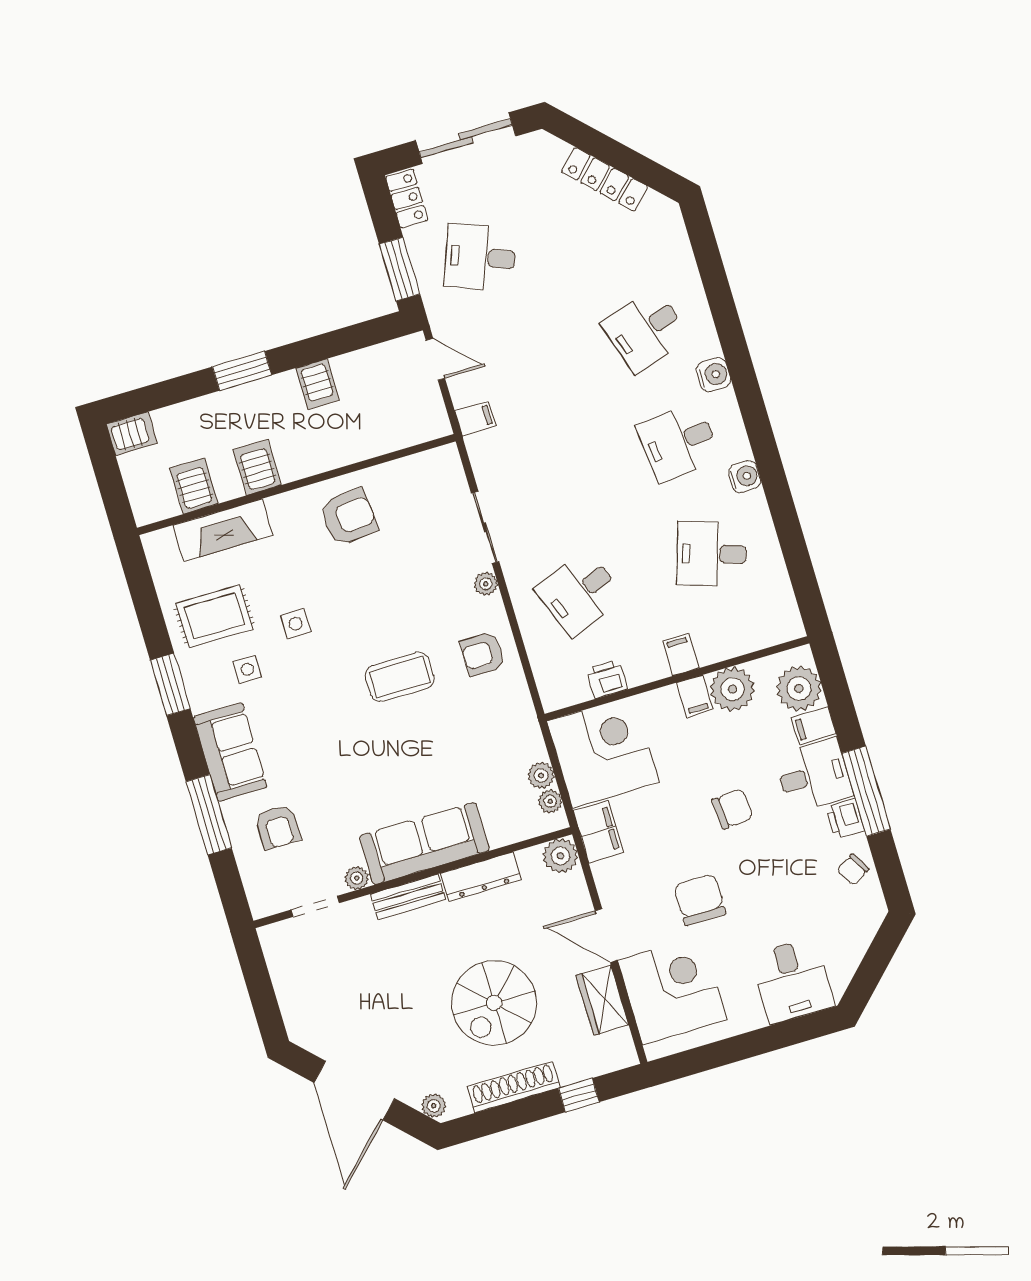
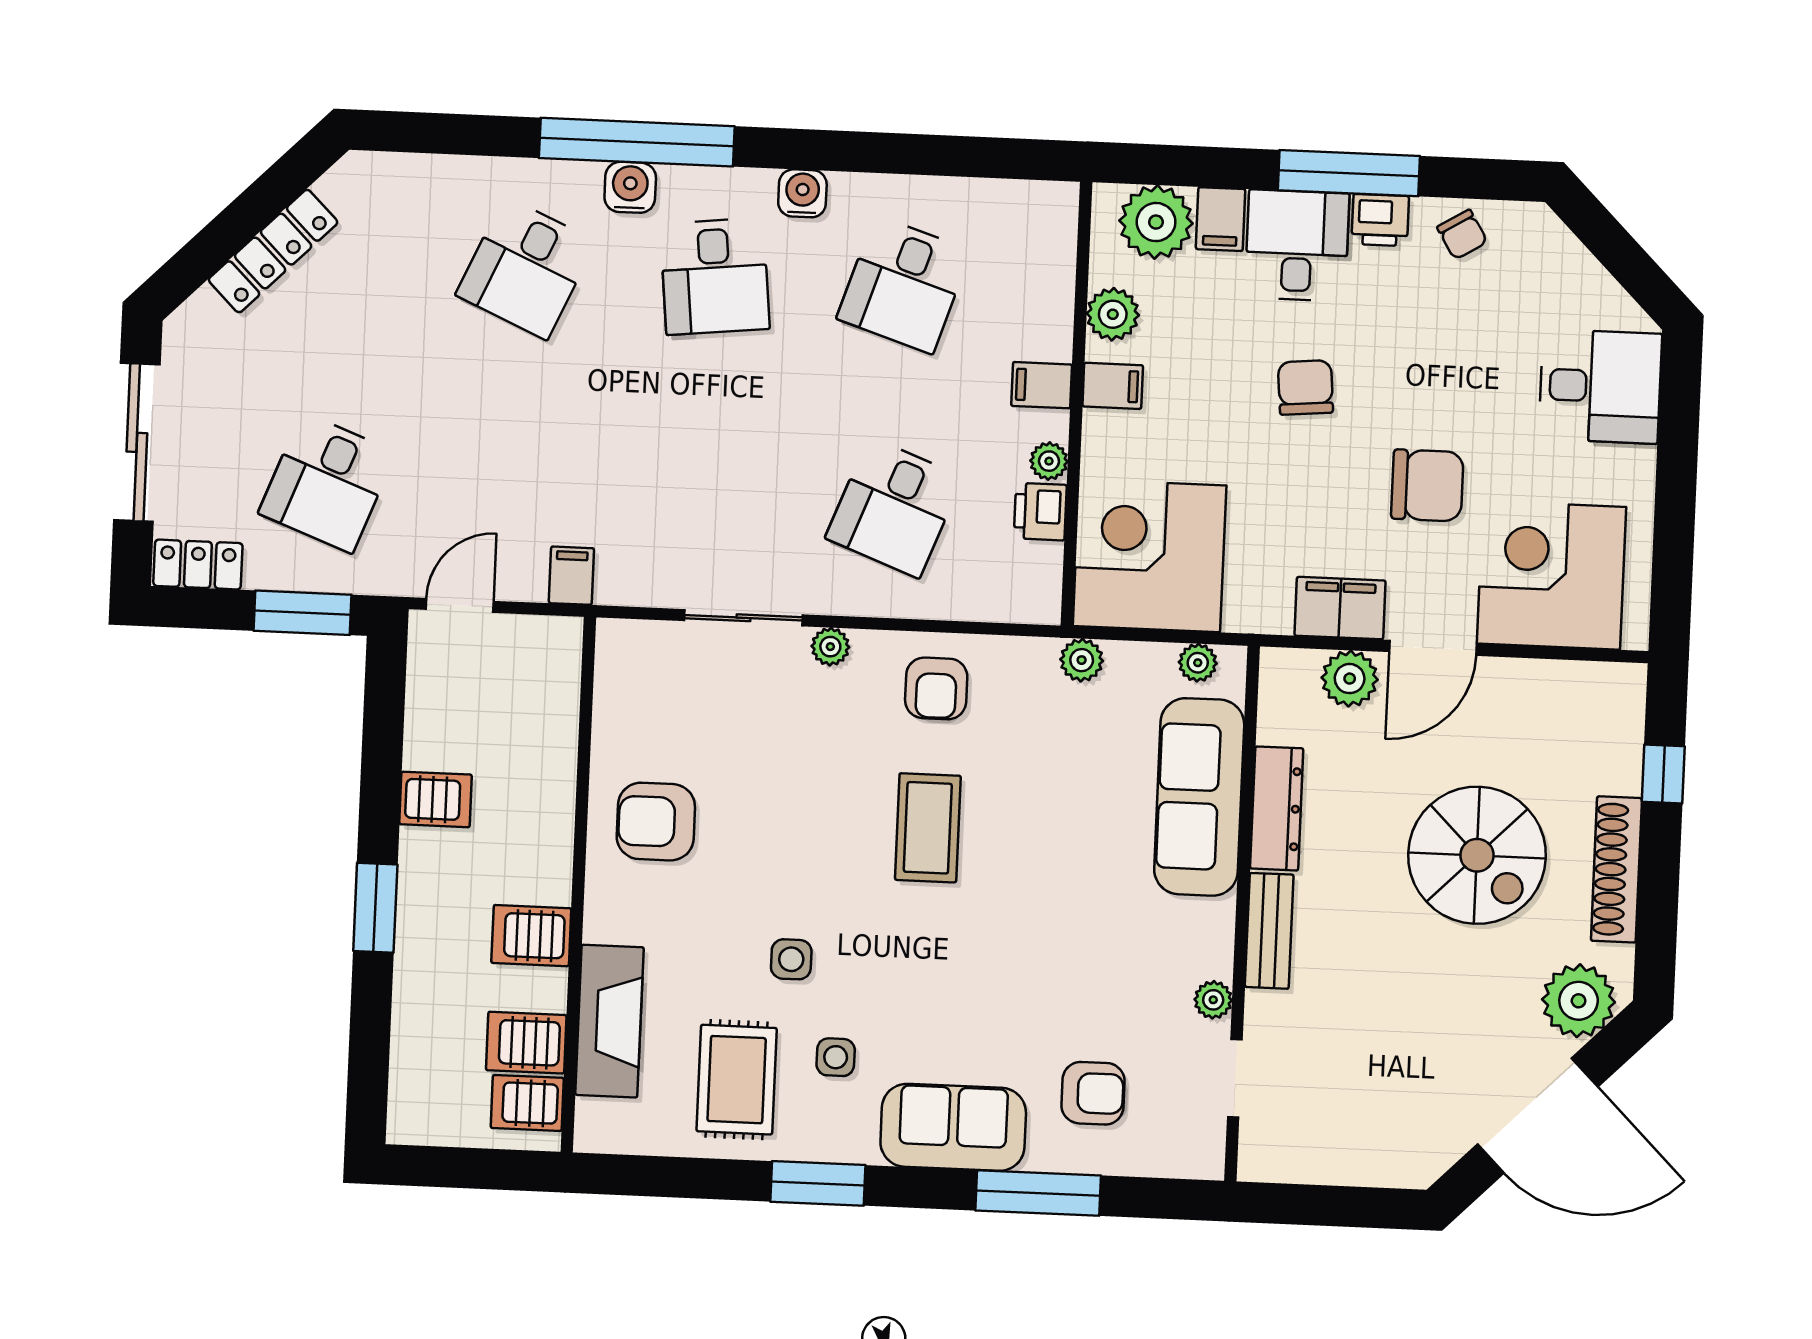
desk: (645, 330) -> (526, 268), turned 42
window: (741, 370) -> (637, 142), added
server rack: (132, 434) -> (527, 1103), moved, turned -90
armchair: (349, 517) -> (656, 822), turned -85
desk: (580, 593) -> (894, 508), turned 42
plant: (638, 674) -> (1049, 461), added
plant: (732, 689) -> (1113, 314), width x0.73, depth x0.73
plant: (541, 775) -> (1082, 660), moved
filing cabinet: (598, 832) -> (1340, 608), moved
sofa: (424, 843) -> (1199, 797), moved
plant: (560, 856) -> (1350, 679), moved
chair: (700, 900) -> (1427, 485), turned 180
wardrobe: (602, 1000) -> (1530, 688), removed
plant: (434, 1106) -> (1579, 1001), width x1.88, depth x1.88

